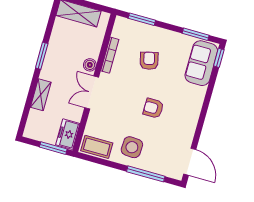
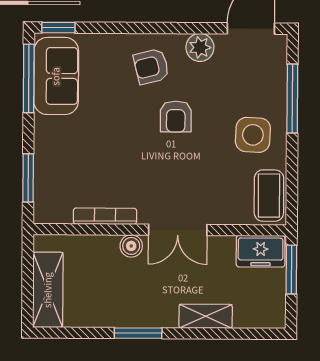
window: (196, 34) -> (29, 78), width x1.44
armchair: (149, 61) -> (151, 67), moved
sofa: (201, 63) -> (56, 76), moved, turned -90
plant: (187, 131) -> (200, 47), added

